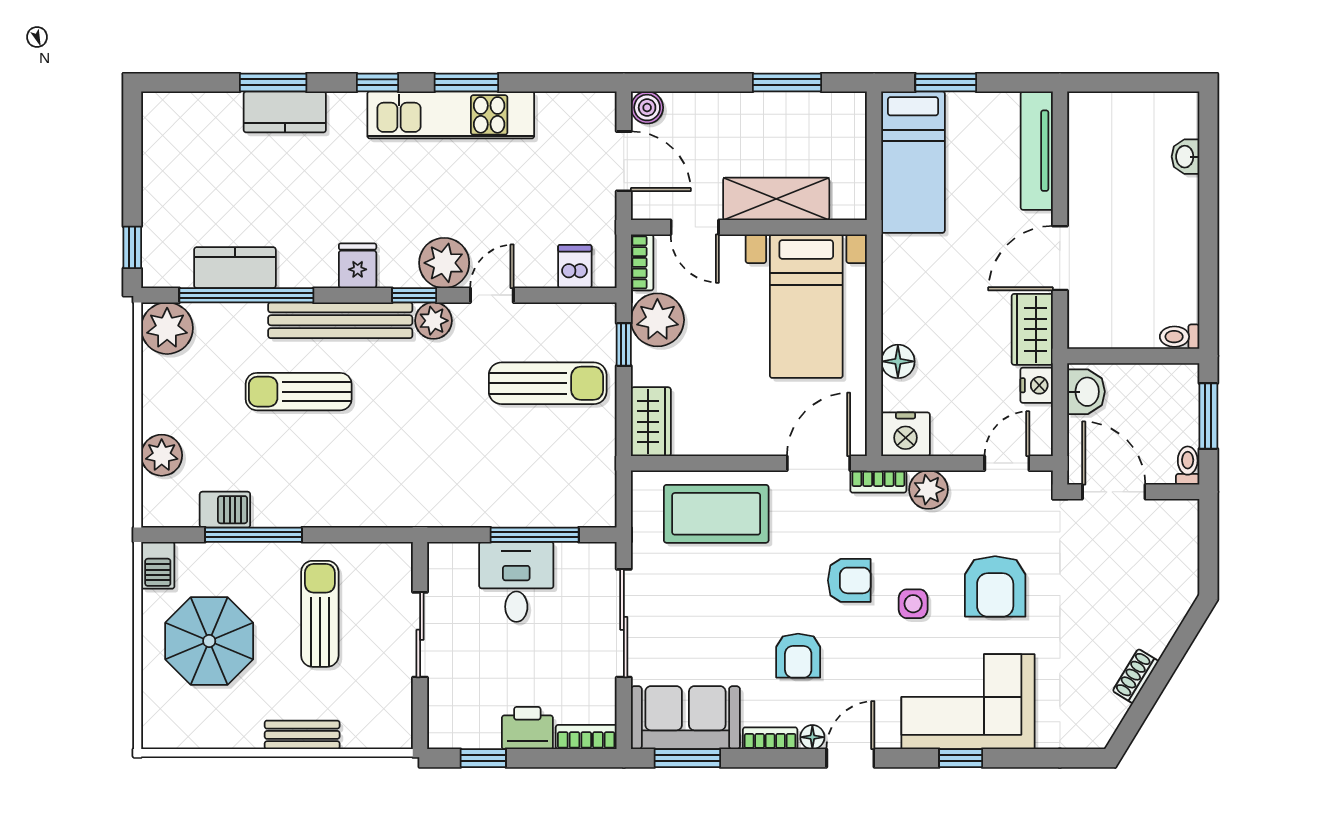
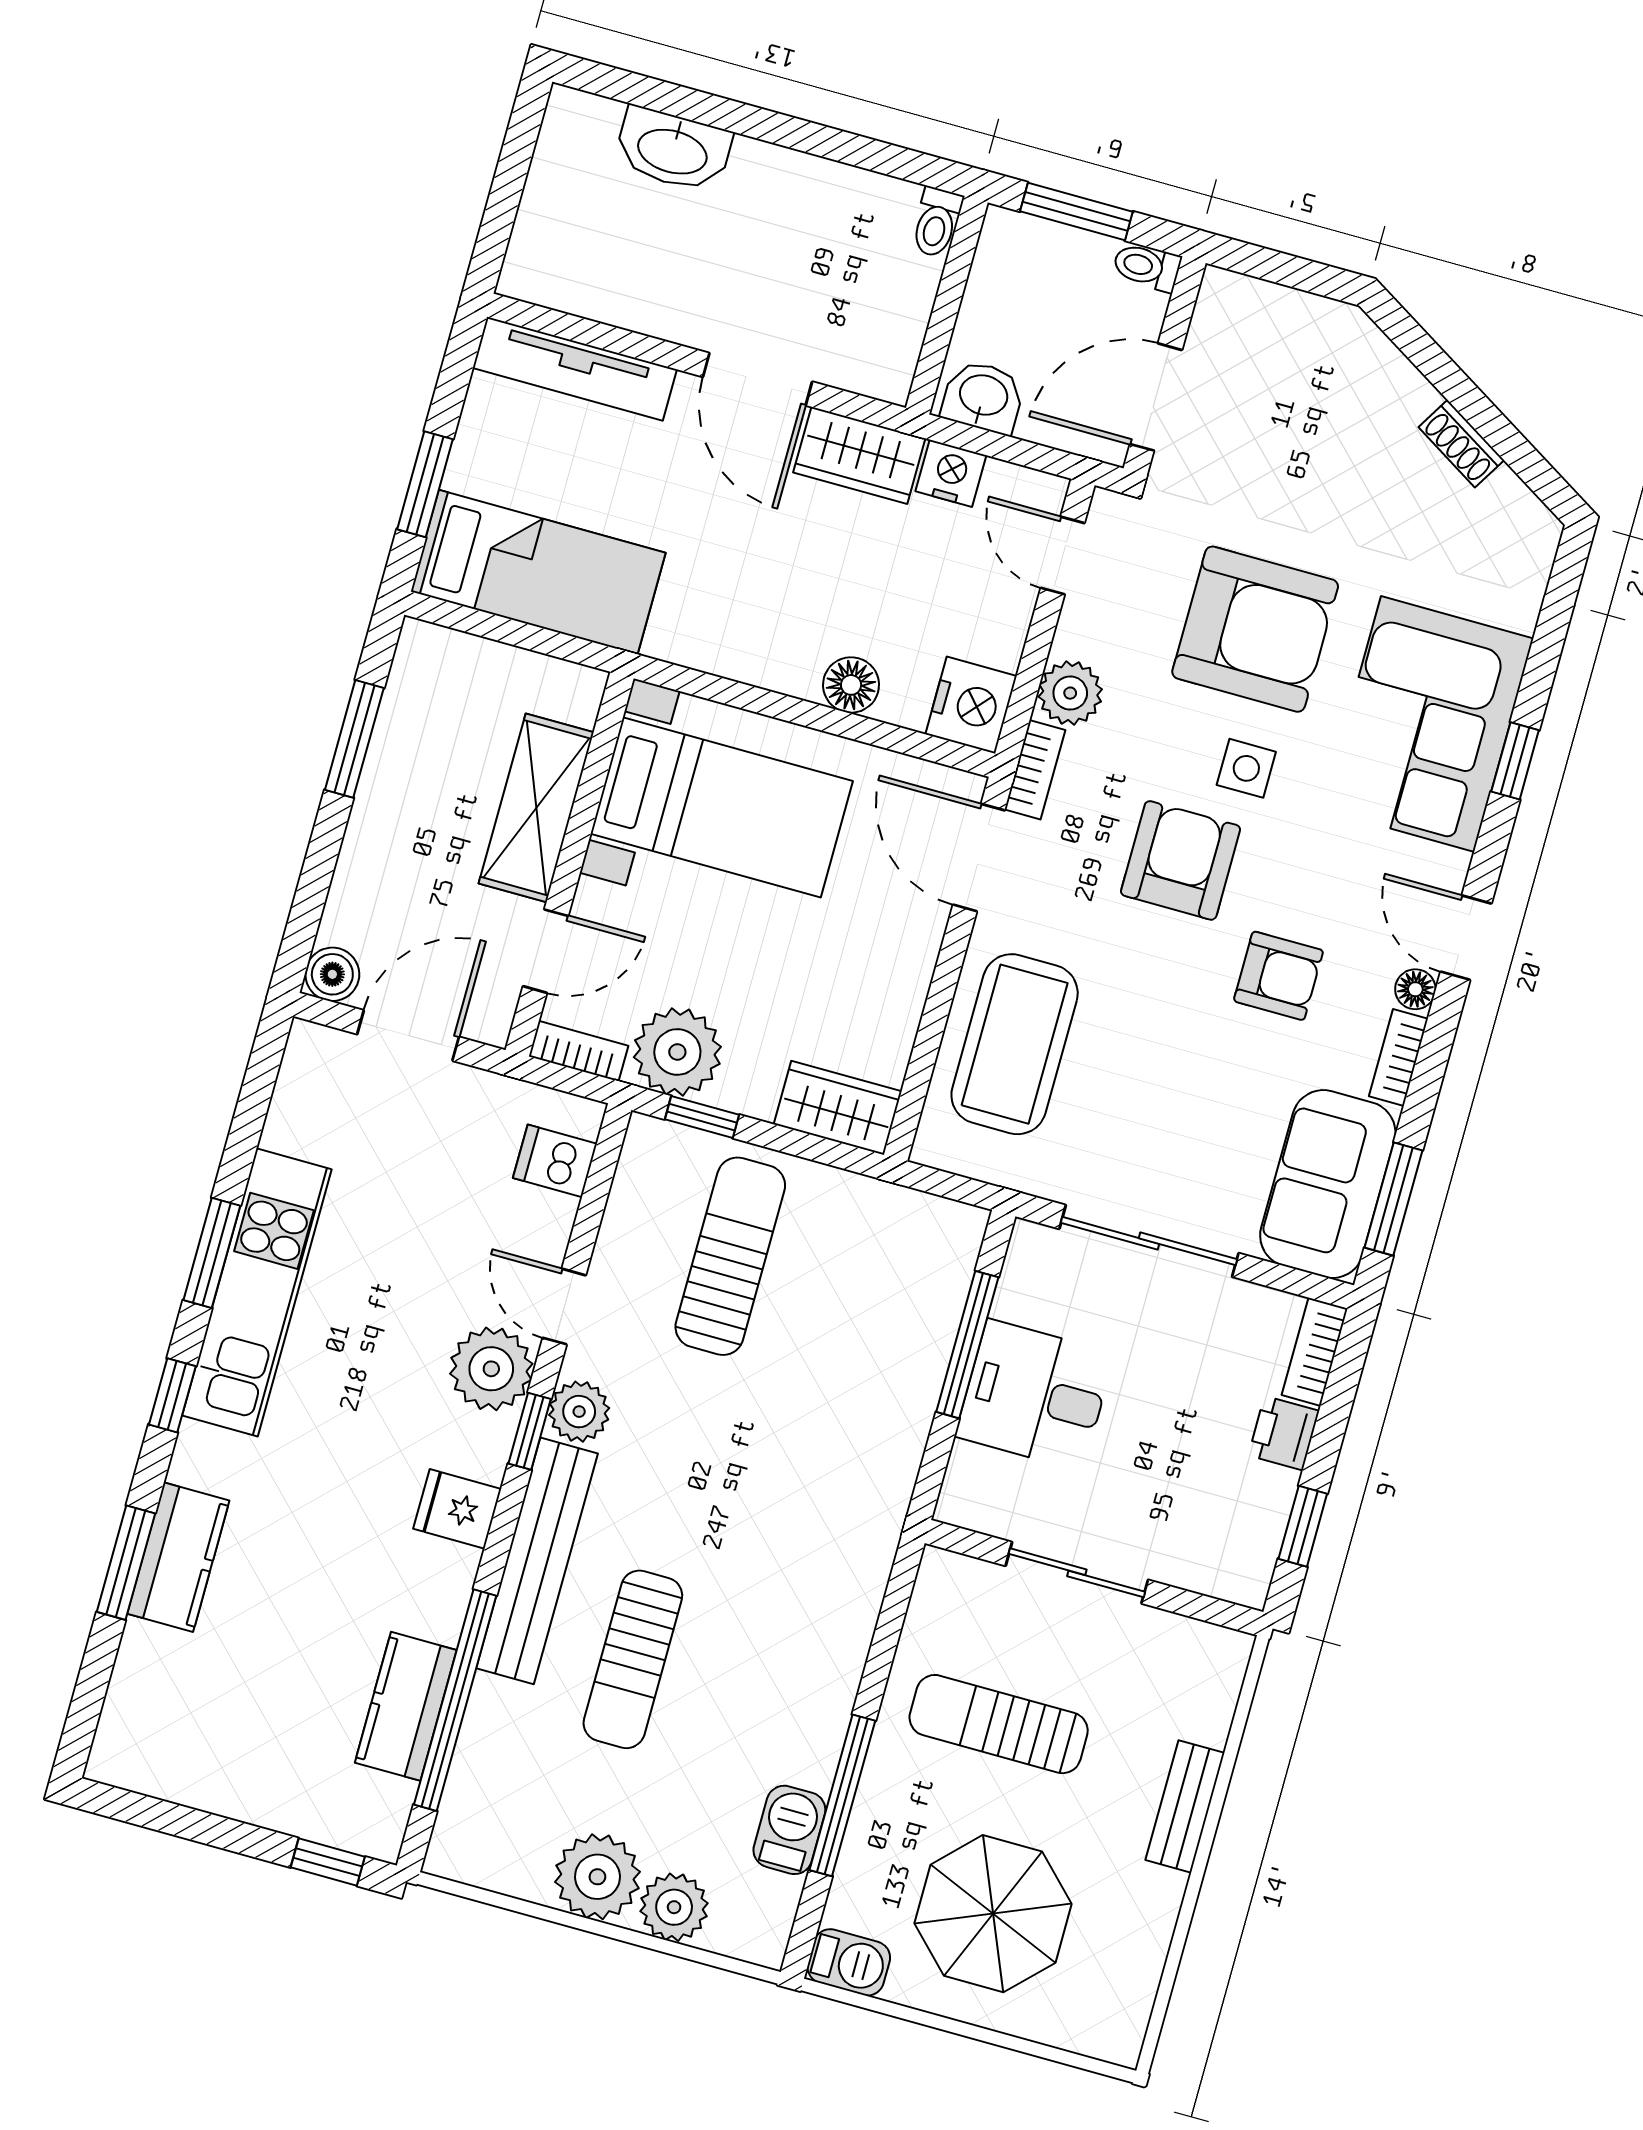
washbasin: (1186, 157) -> (673, 150), width x1.91, depth x1.45
plant: (167, 328) -> (597, 1877), moved
armchair: (849, 580) -> (1181, 860), width x1.38, depth x1.38
armchair: (995, 586) -> (1255, 629), width x1.36, depth x1.36
printer: (527, 728) -> (1284, 1433), width x0.73, depth x0.81

